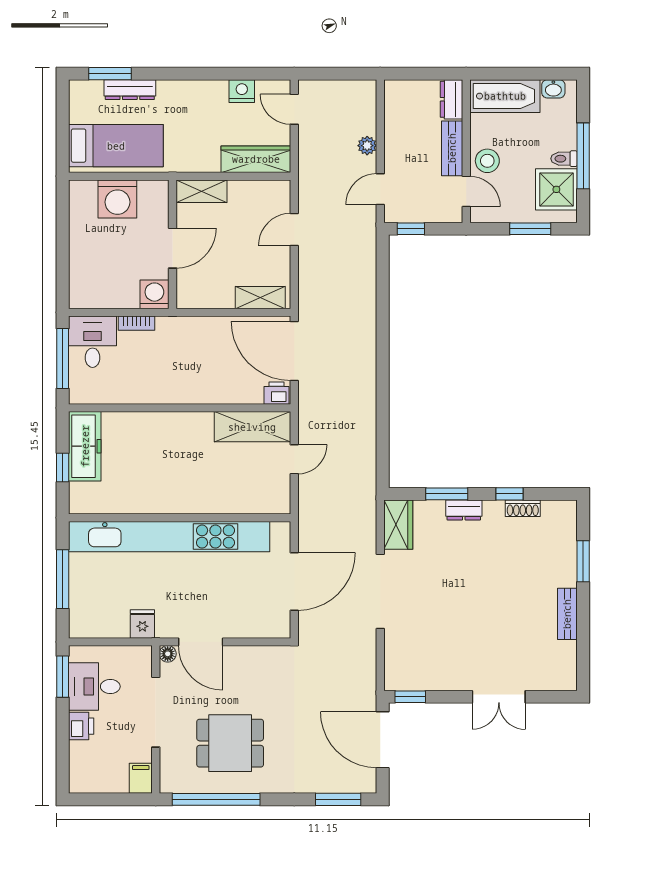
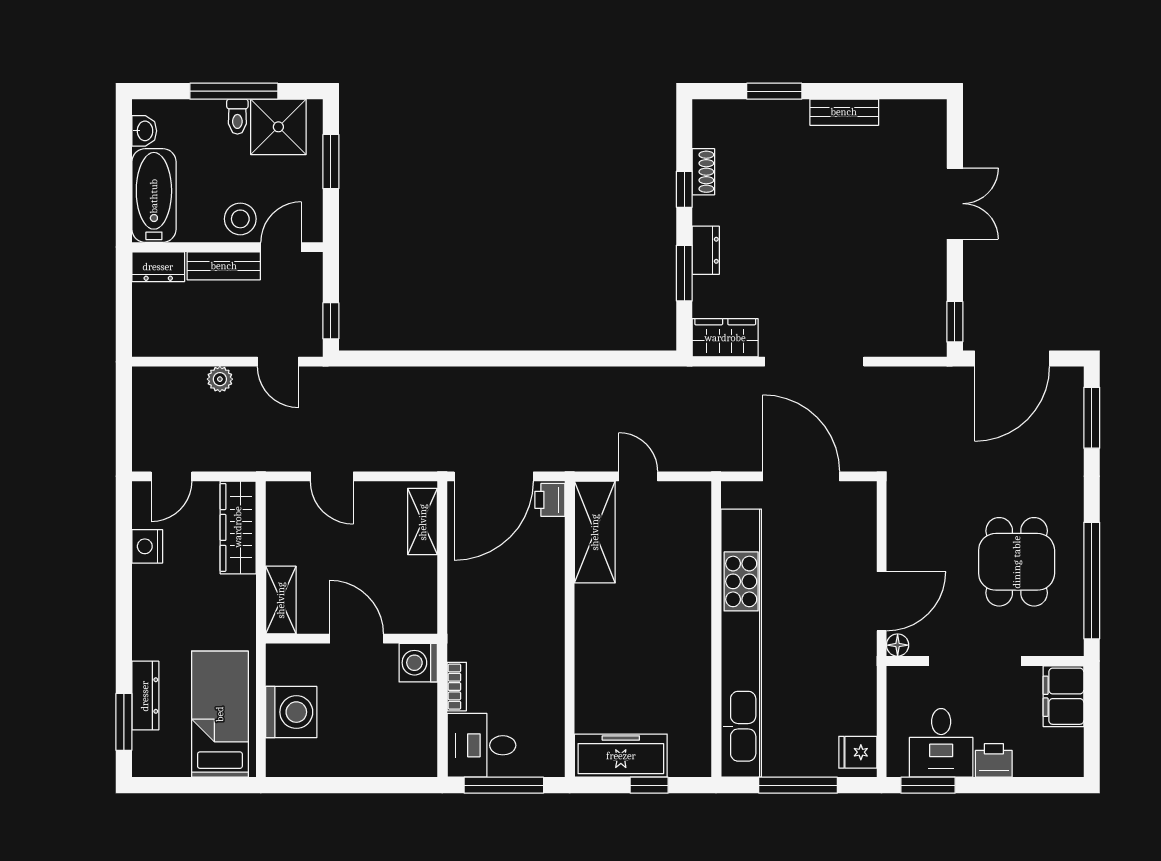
fridge: (142, 624) -> (858, 752), moved
filing cabinet: (141, 778) -> (1063, 696), width x2.00

